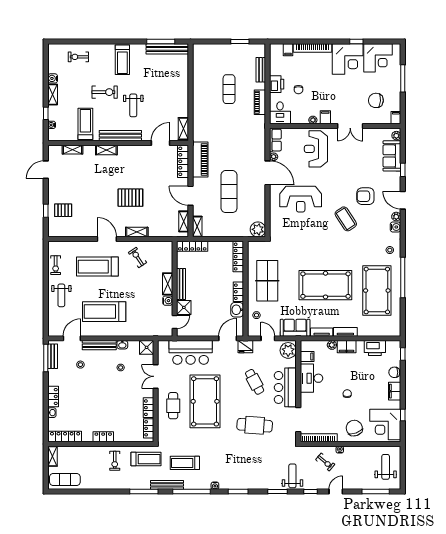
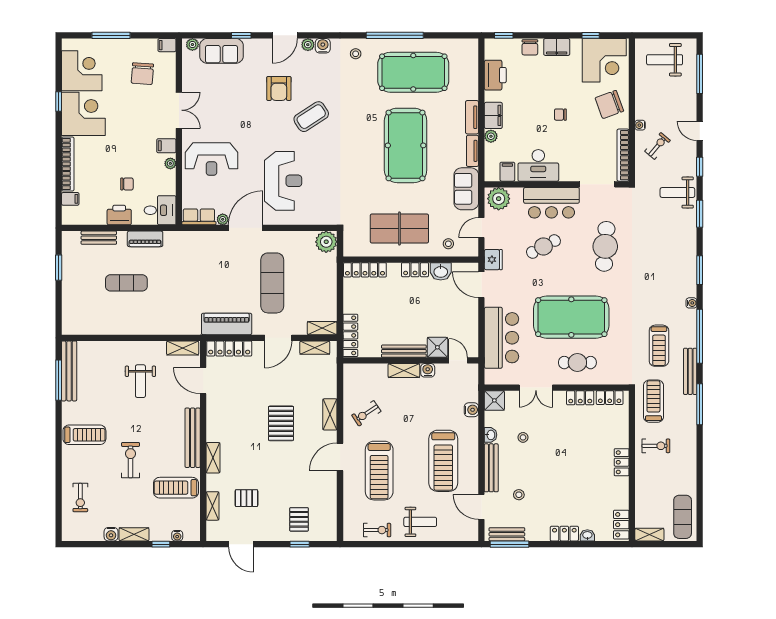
weight bench: (133, 105) -> (140, 381), moved, turned 90
pallet: (78, 173) -> (246, 498), added
exercise mat: (229, 192) -> (272, 283), turned 90
water cooler: (140, 331) -> (471, 410), added
locker: (65, 436) -> (621, 525), width x0.66

